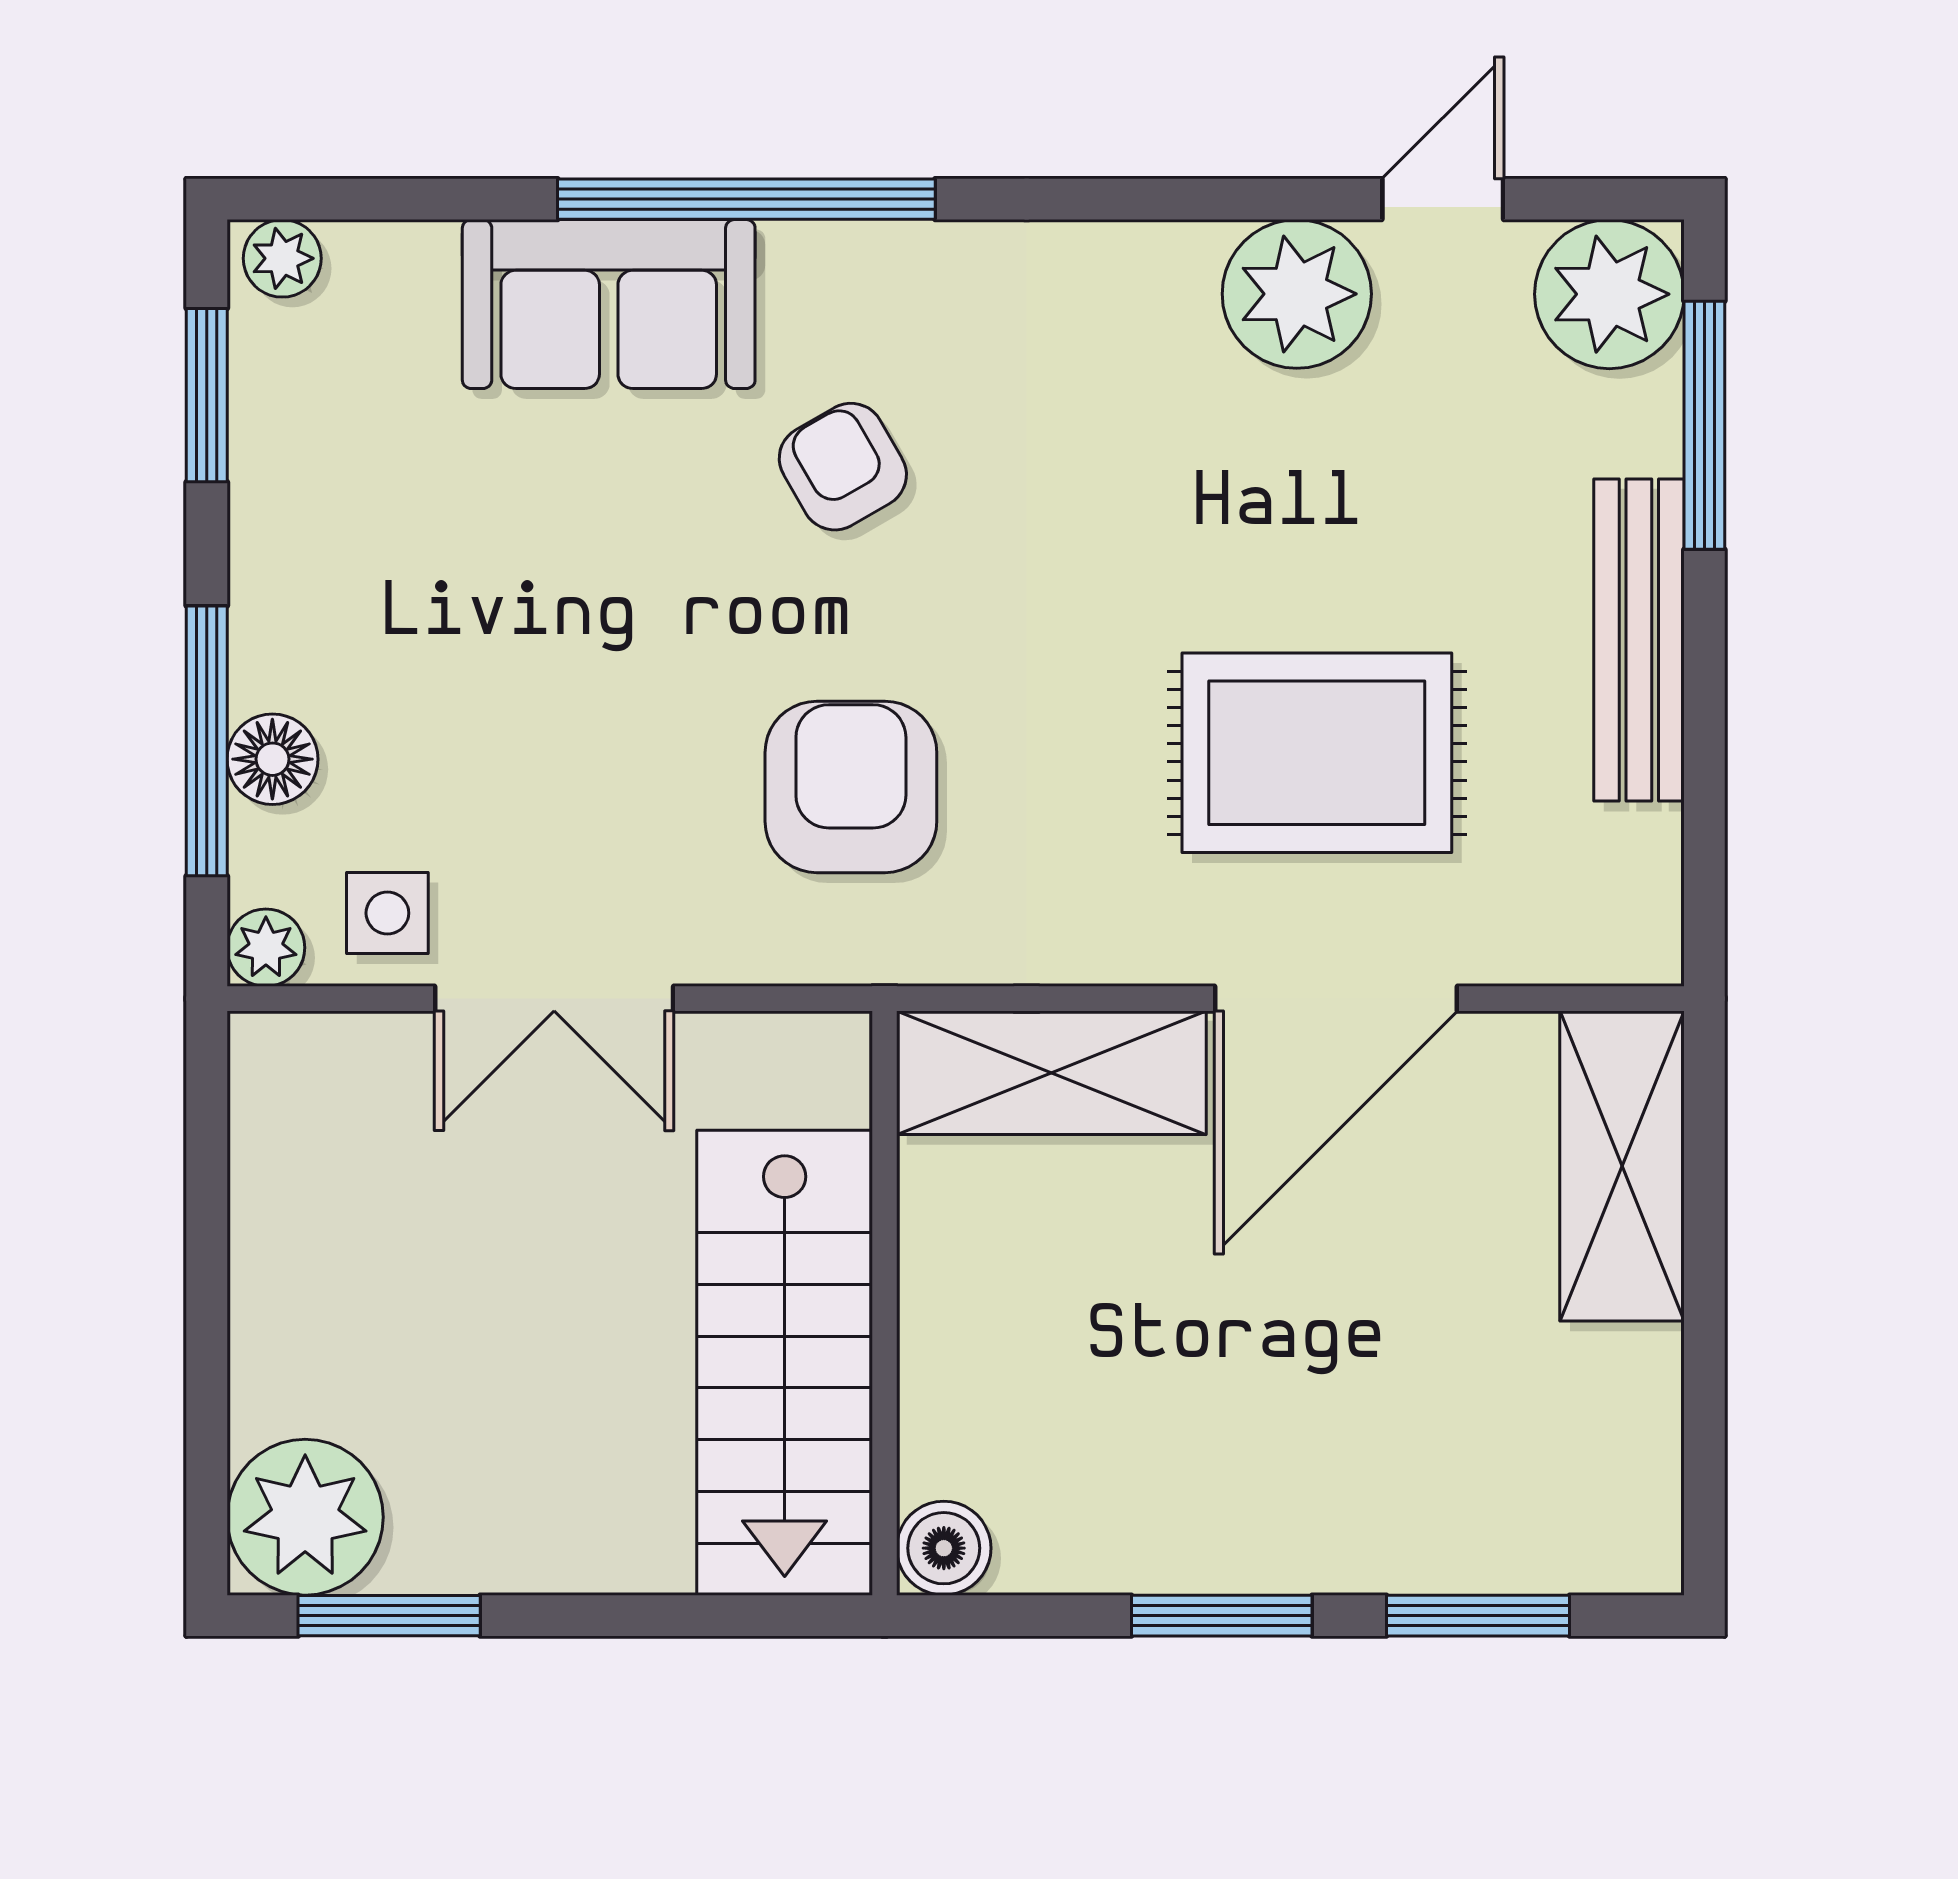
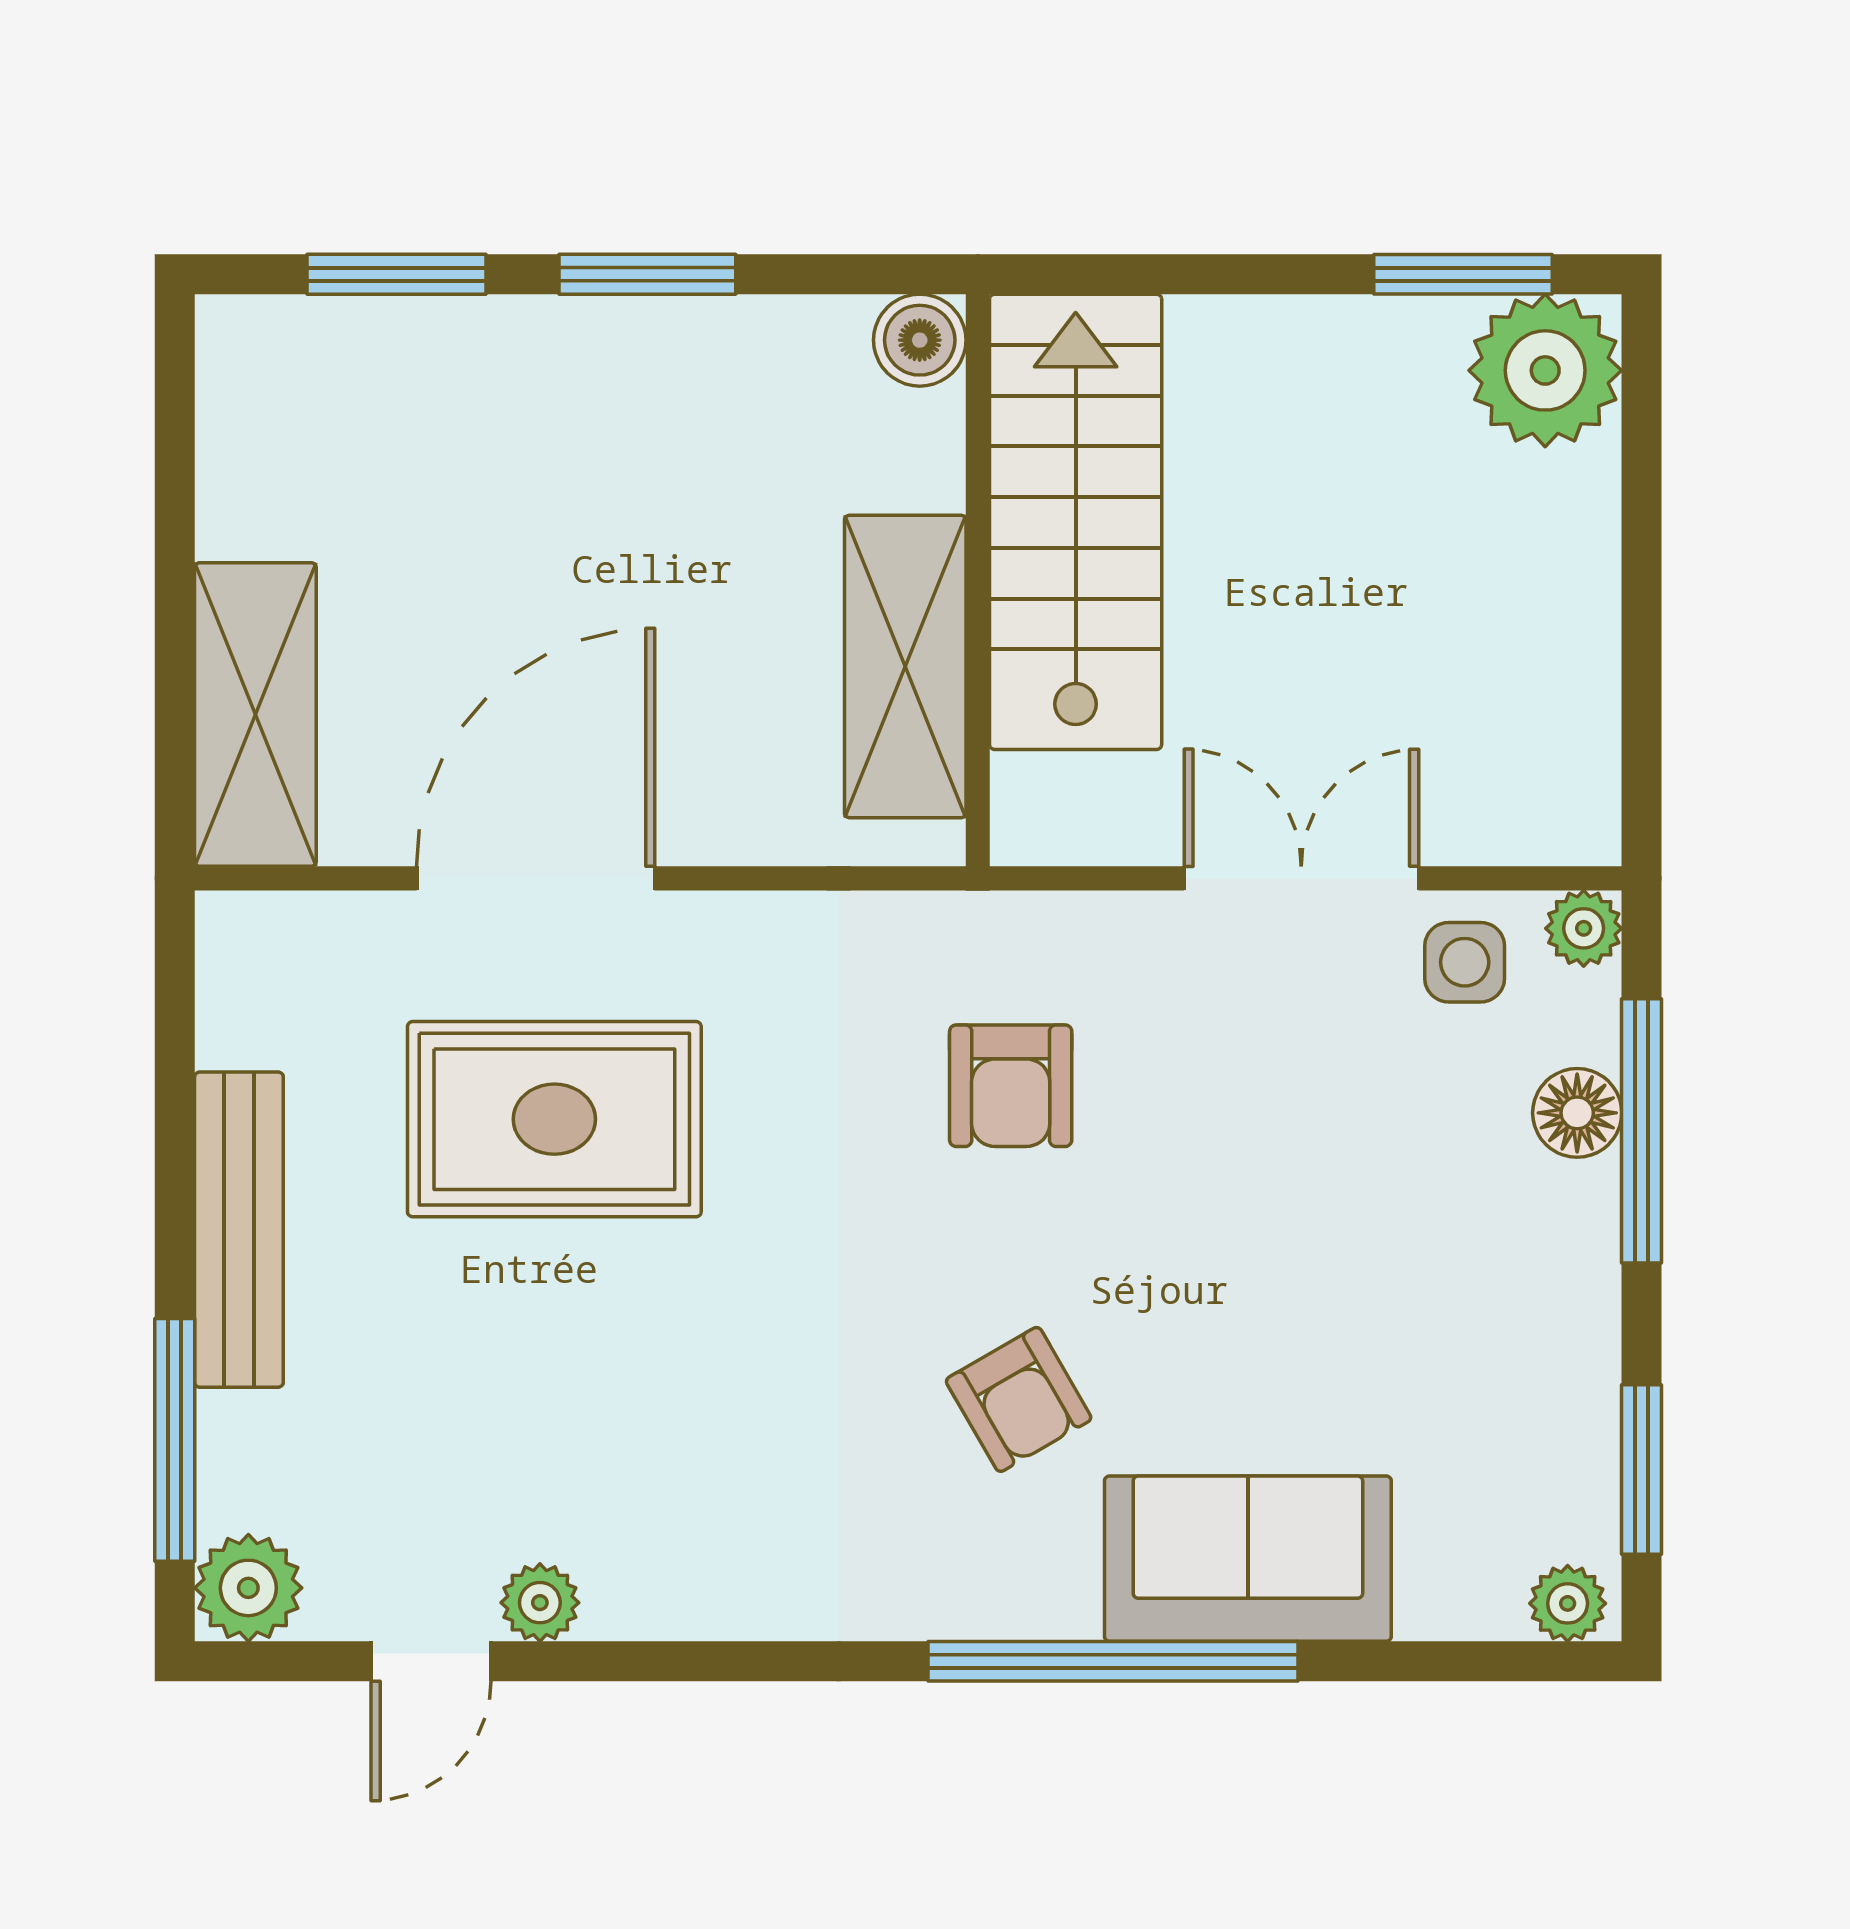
plant: (1297, 294) -> (540, 1603), width x0.53, depth x0.53
plant: (1609, 294) -> (248, 1588), width x0.73, depth x0.73
armchair: (851, 787) -> (1011, 1086), width x0.72, depth x0.72
shelving: (1051, 1073) -> (905, 667), moved, turned 90

